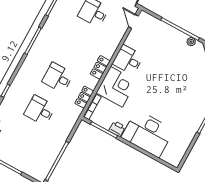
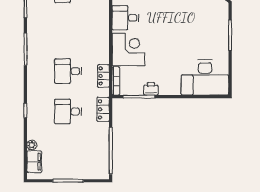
locker: (100, 67) -> (103, 109), moved
desk: (148, 134) -> (205, 78), moved

